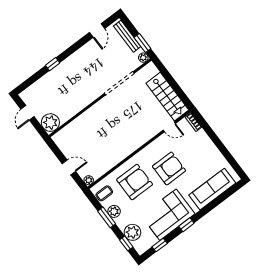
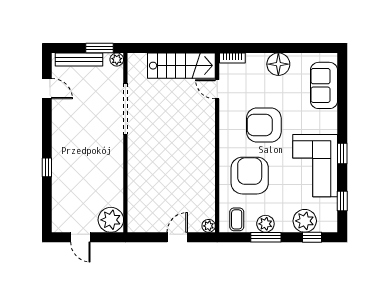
door: (169, 127) -> (217, 89), swing flipped
floor lamp: (210, 151) -> (278, 64), added
armchair: (169, 168) -> (264, 125), turned -90
sofa: (212, 189) -> (324, 85), width x0.73

